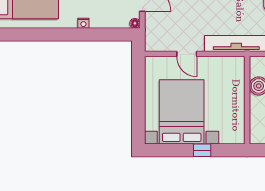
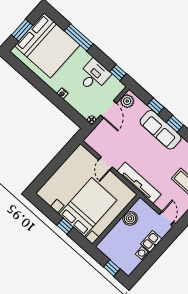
bed with nightstands: (182, 112) -> (88, 207), moved

